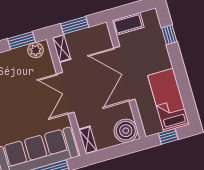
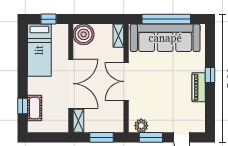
cot: (128, 24) -> (35, 108), moved, turned 90
shelving: (62, 48) -> (78, 121), moved
double door: (65, 93) -> (126, 81), swing flipped

